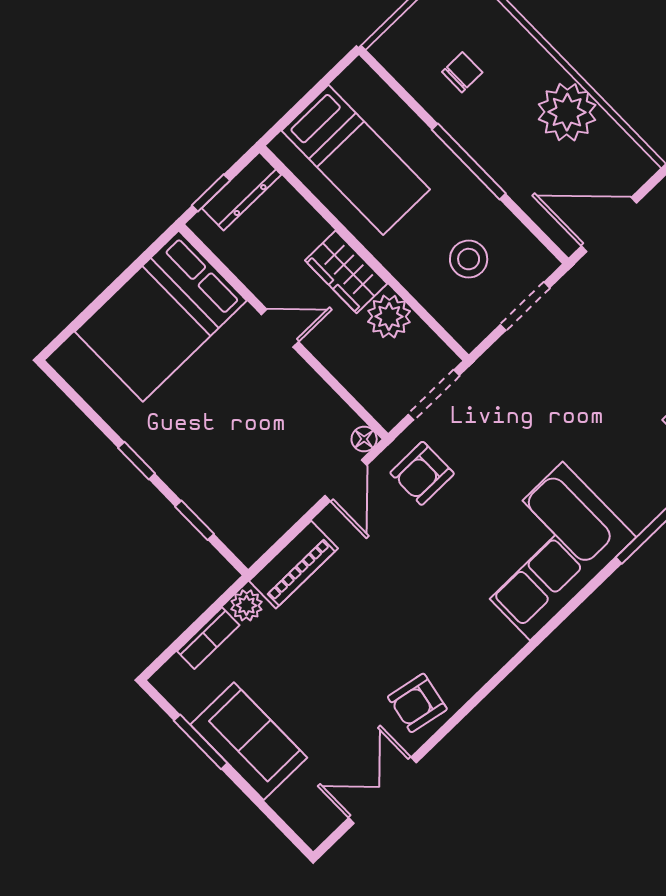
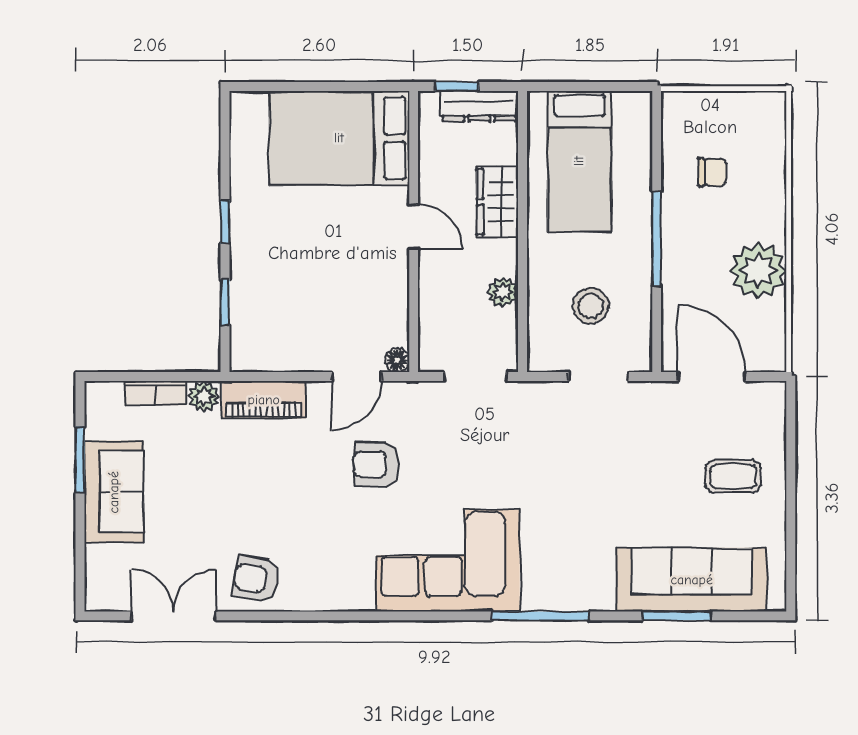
wardrobe: (346, 272) -> (497, 202), moved
plant: (389, 317) -> (503, 292), width x0.73, depth x0.73
armchair: (422, 473) -> (376, 464), moved

